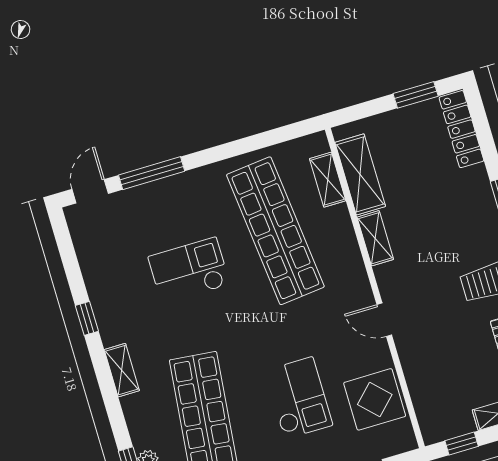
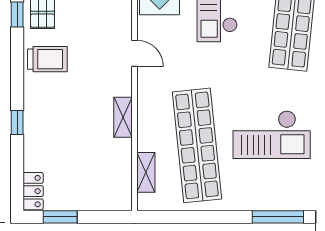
locker: (461, 129) -> (33, 191), width x0.66
shelving: (360, 174) -> (120, 169), removed
checkout: (189, 271) -> (272, 135), width x1.36, depth x1.21

